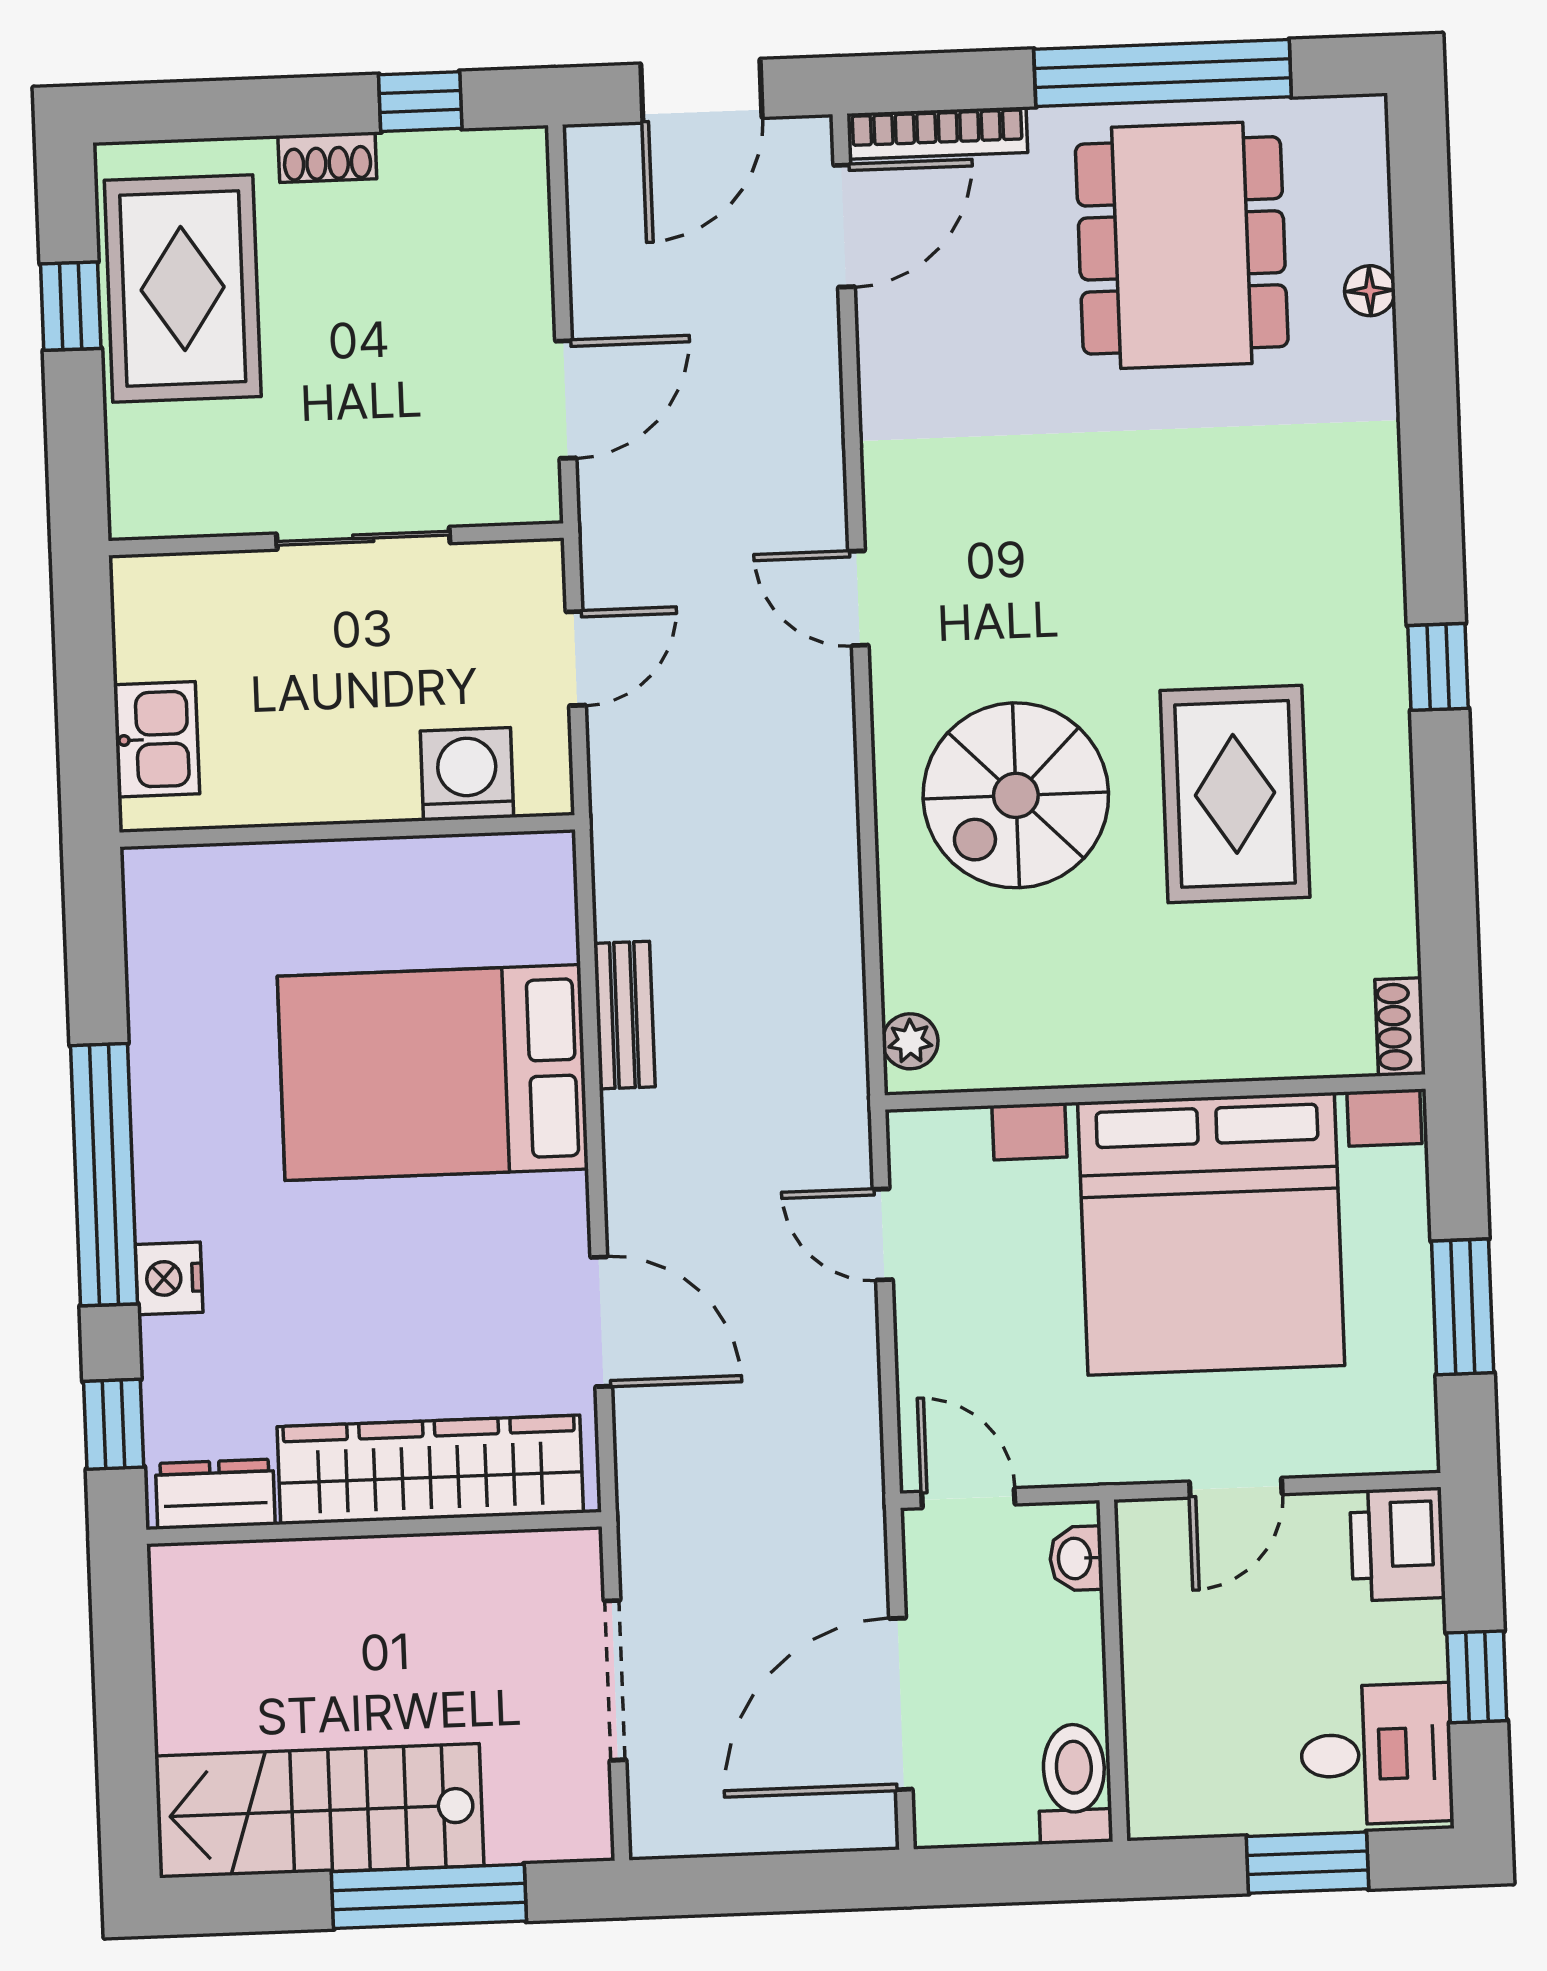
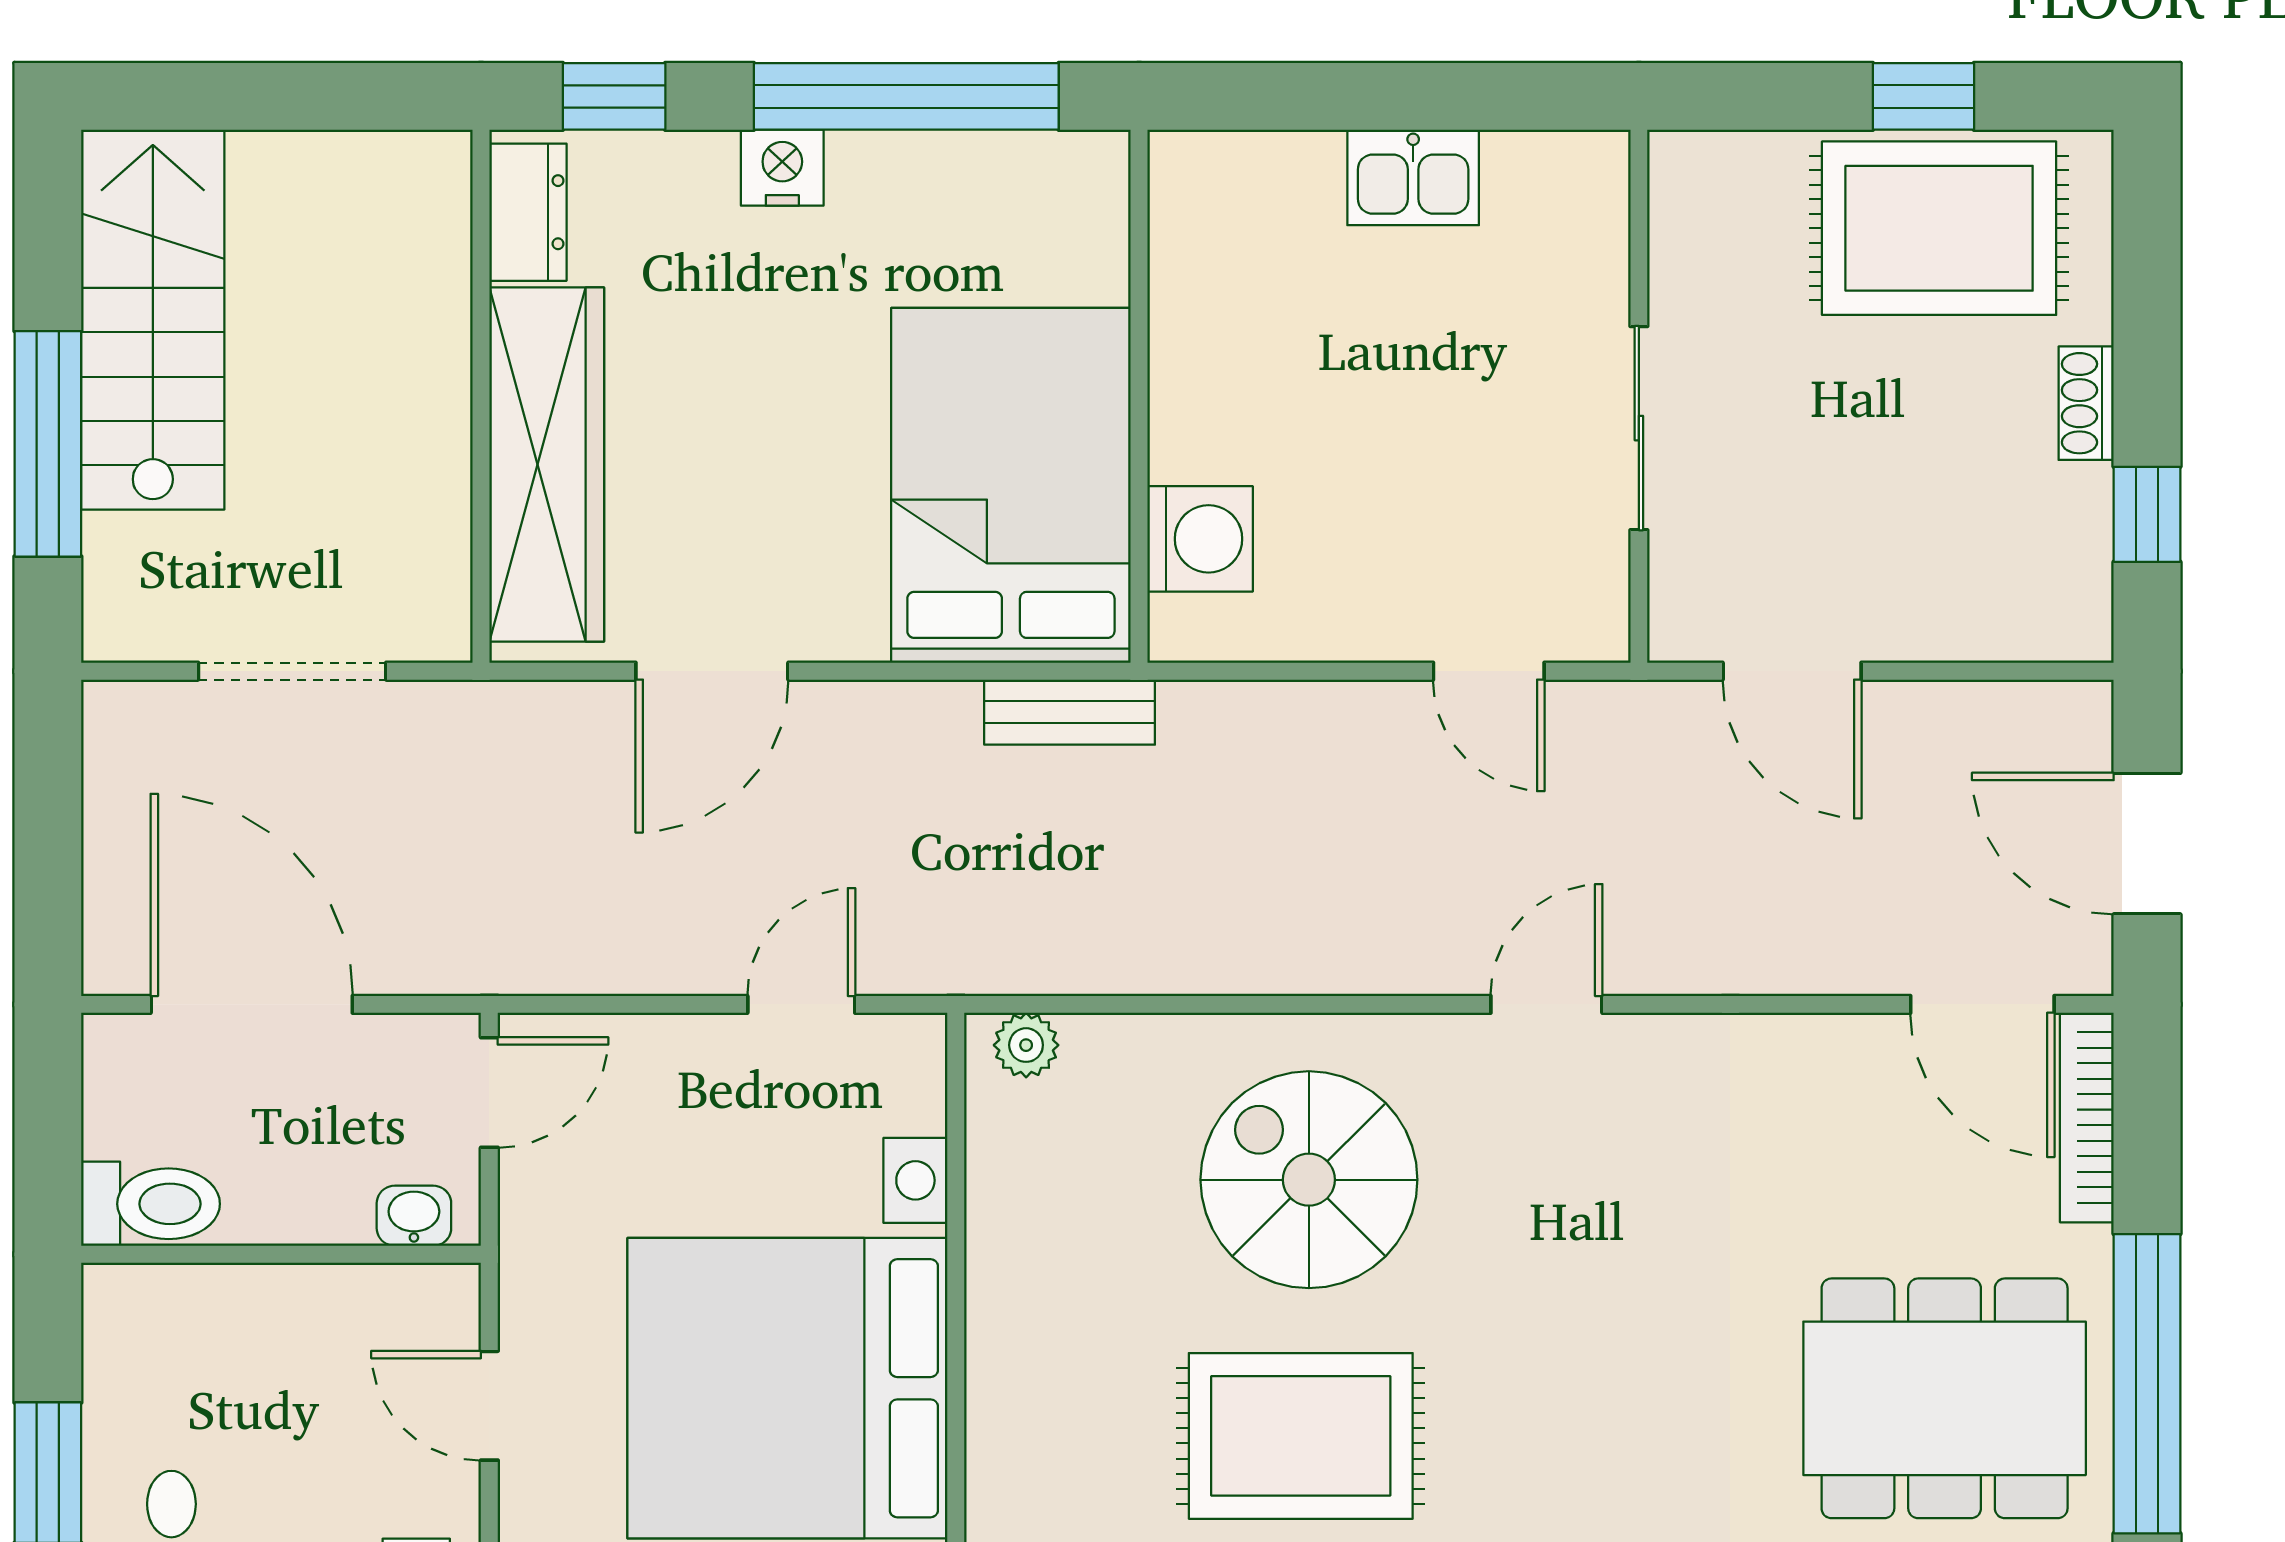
washing machine: (467, 774) -> (1200, 539), moved
wall: (347, 831) -> (1139, 396), moved

